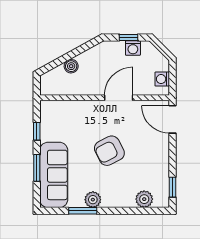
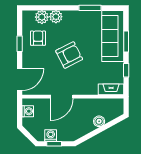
fireplace: (56, 107) -> (111, 89), added
door: (172, 119) -> (20, 80), hinge flipped
armchair: (149, 172) -> (38, 38), added
window: (172, 187) -> (20, 44), moved
plant: (93, 200) -> (56, 17), moved

